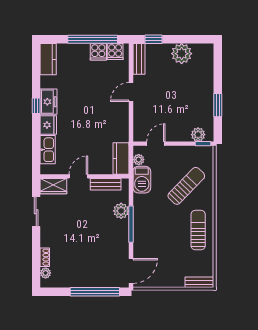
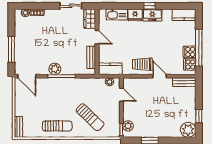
window: (154, 39) -> (199, 116), moved
plant: (182, 54) -> (188, 130), moved
trolley: (115, 115) -> (142, 64), added
barbecue: (142, 180) -> (95, 84), removed
plant: (121, 211) -> (55, 69), moved
window: (95, 292) -> (11, 49), width x0.68

